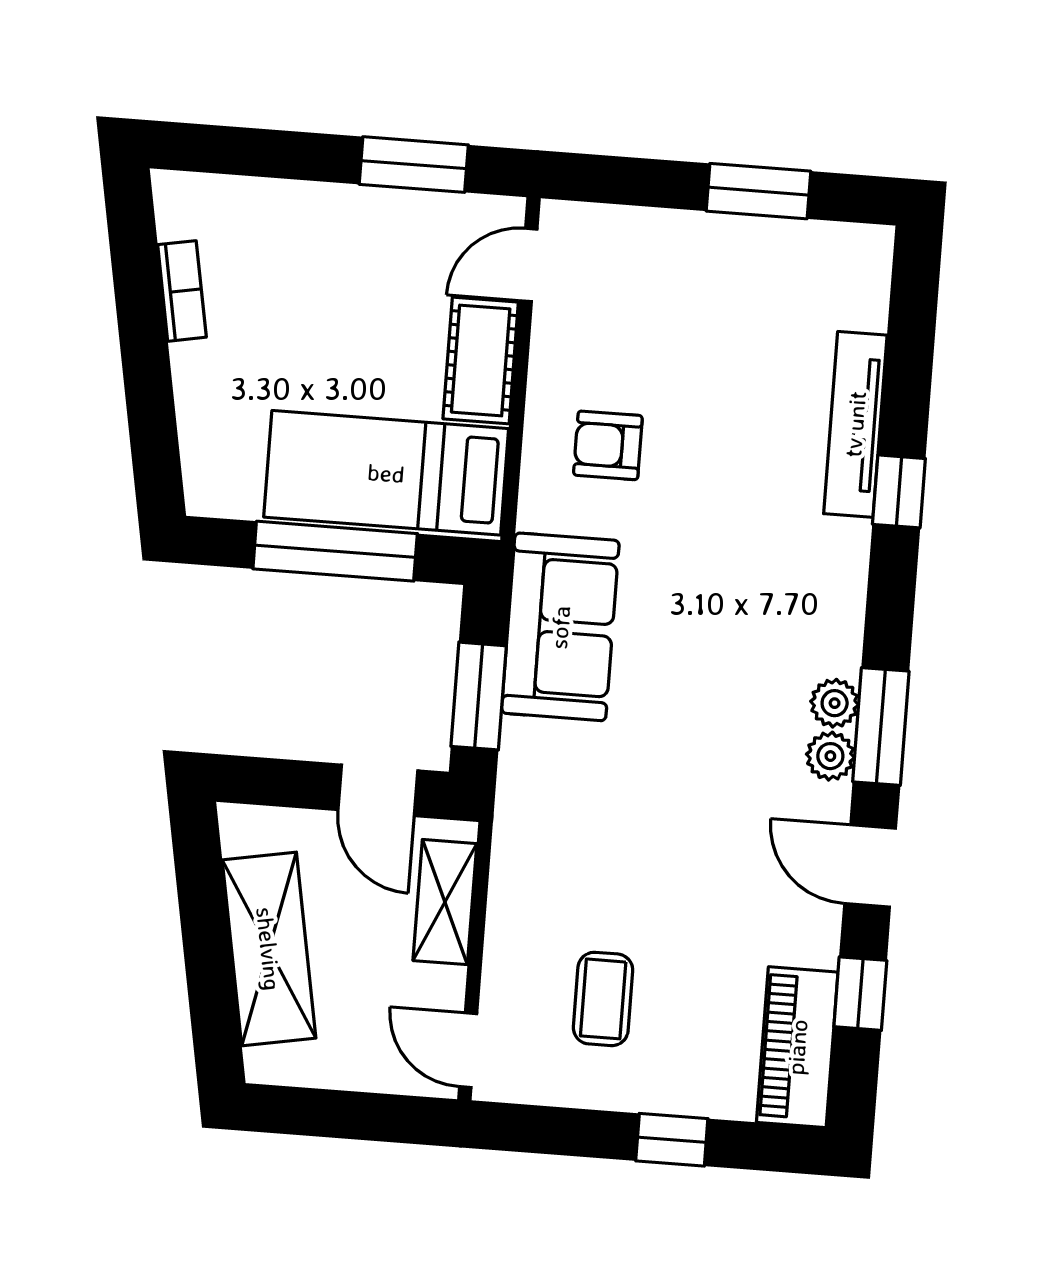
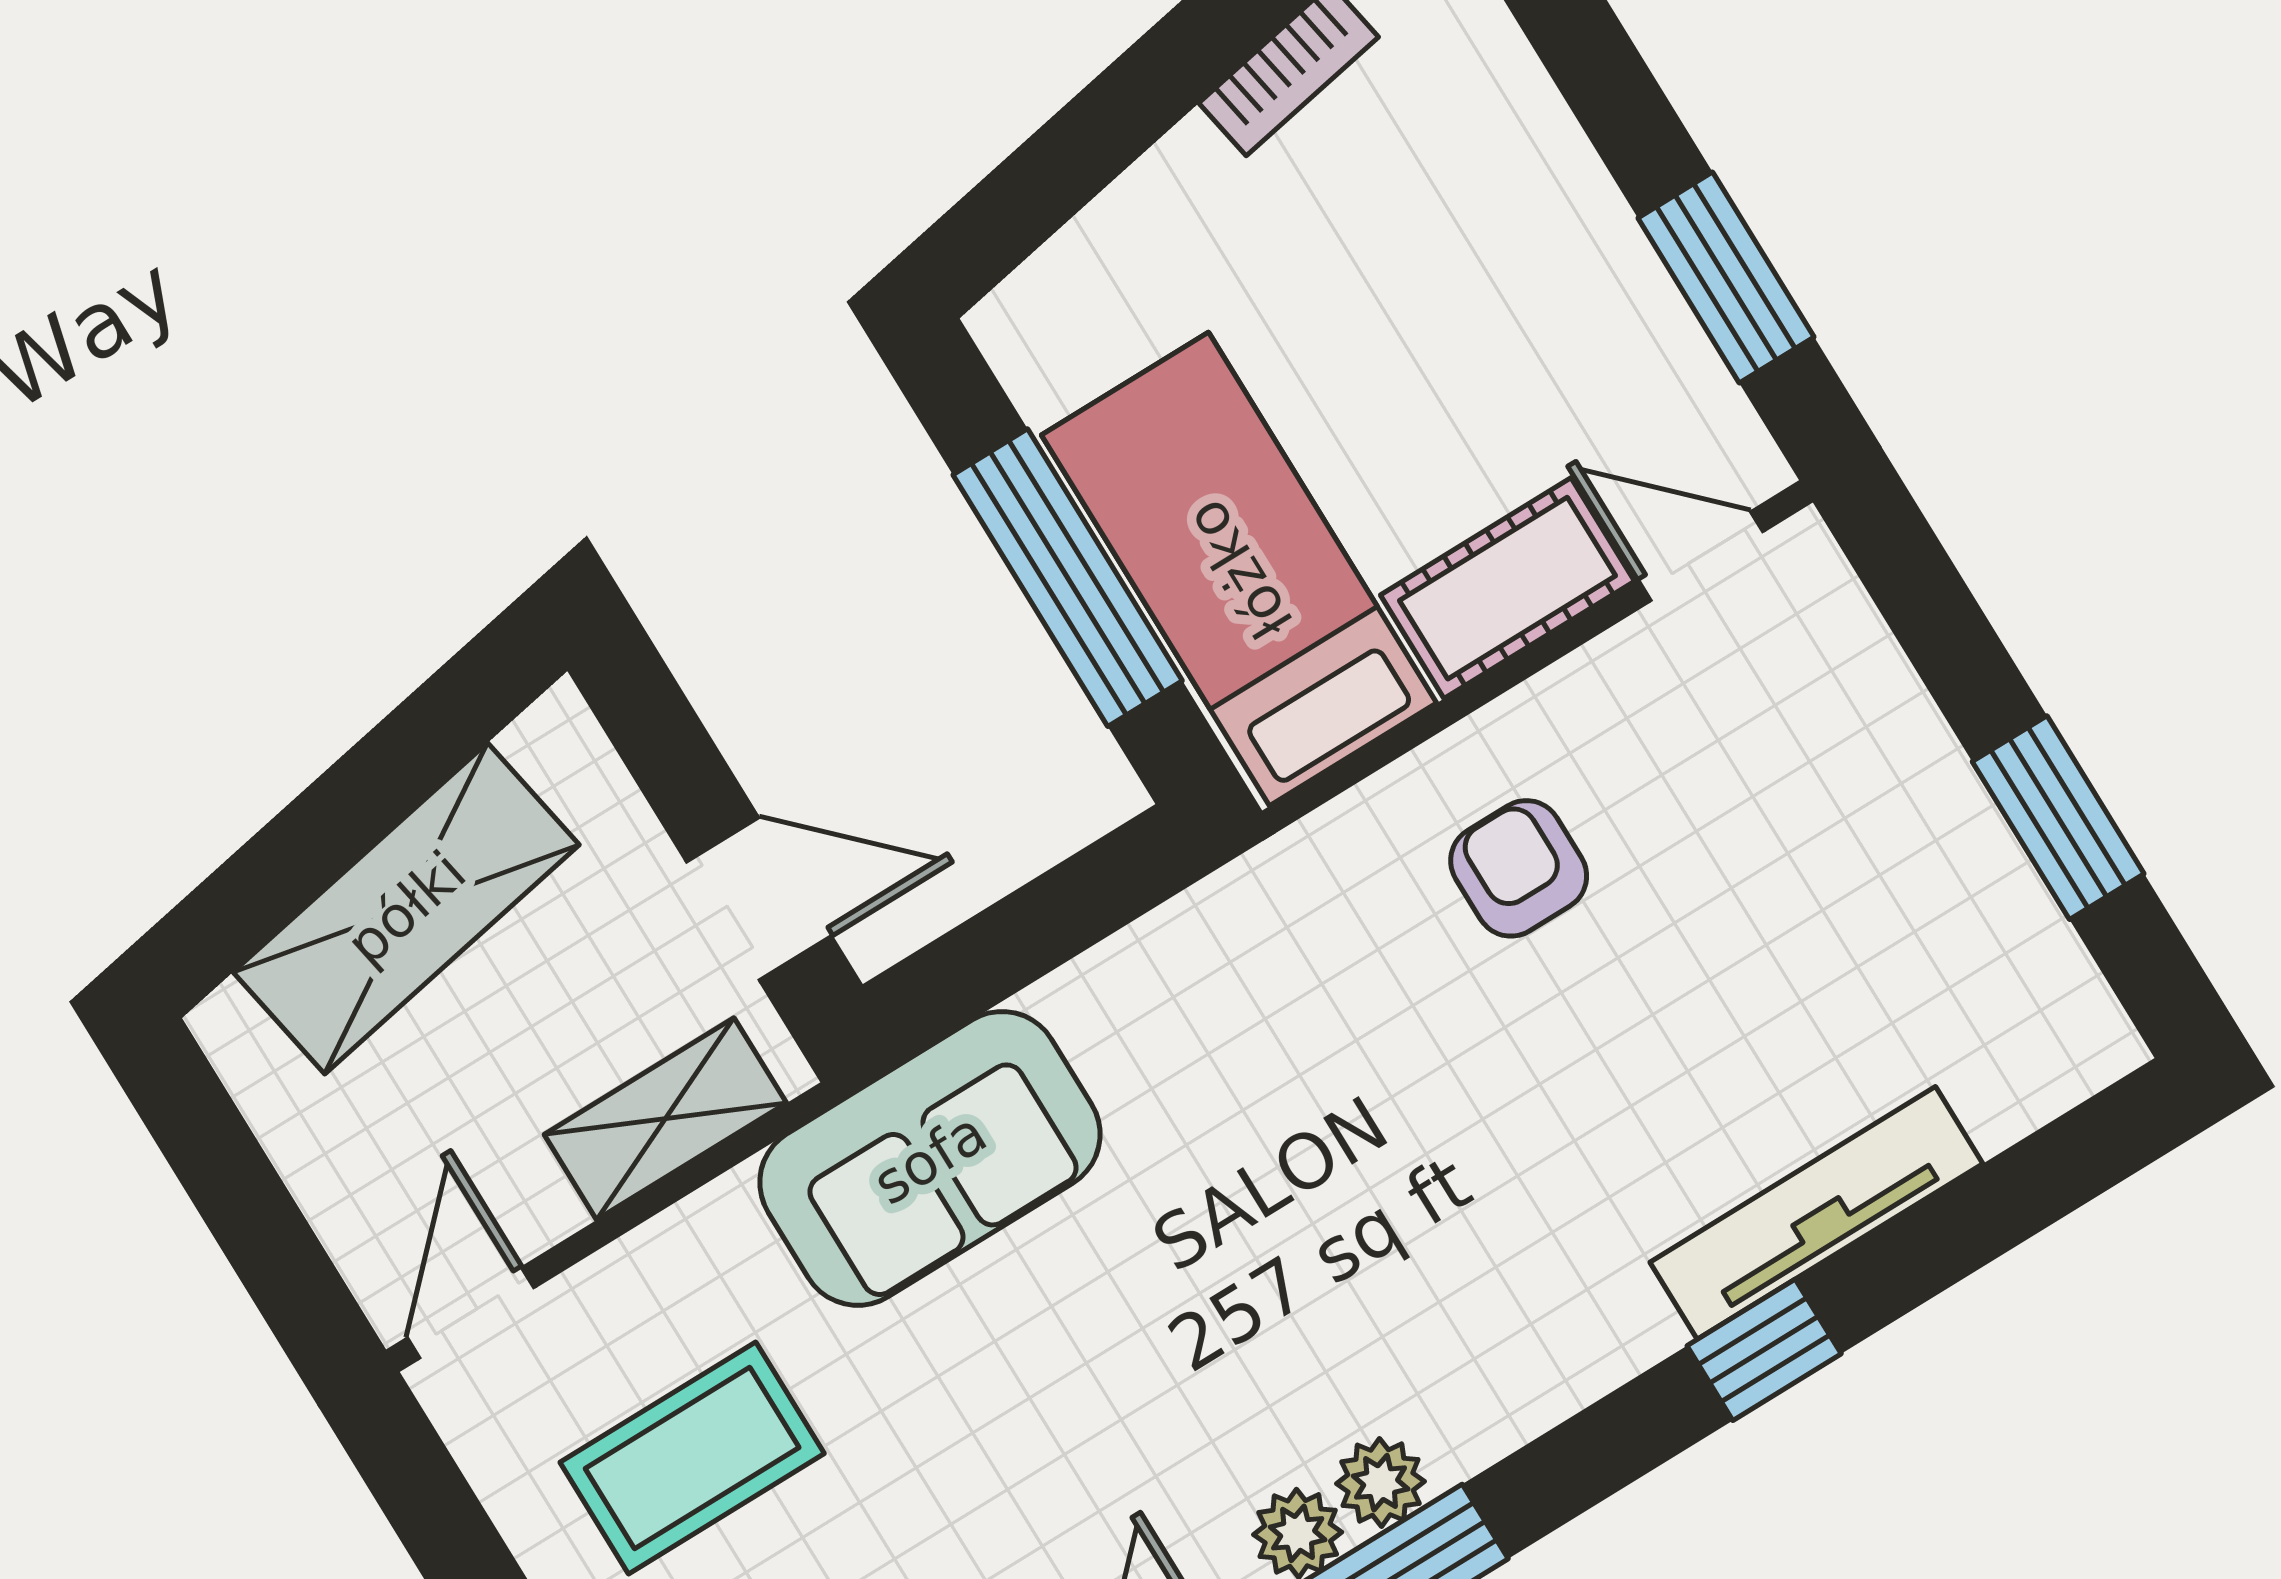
sofa: (560, 627) -> (930, 1158), moved
window: (479, 696) -> (1007, 947), removed
door: (378, 790) -> (759, 899), swing flipped
coffee table: (603, 999) -> (692, 1458), width x1.36, depth x1.30

